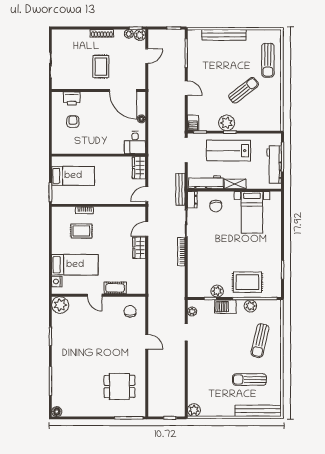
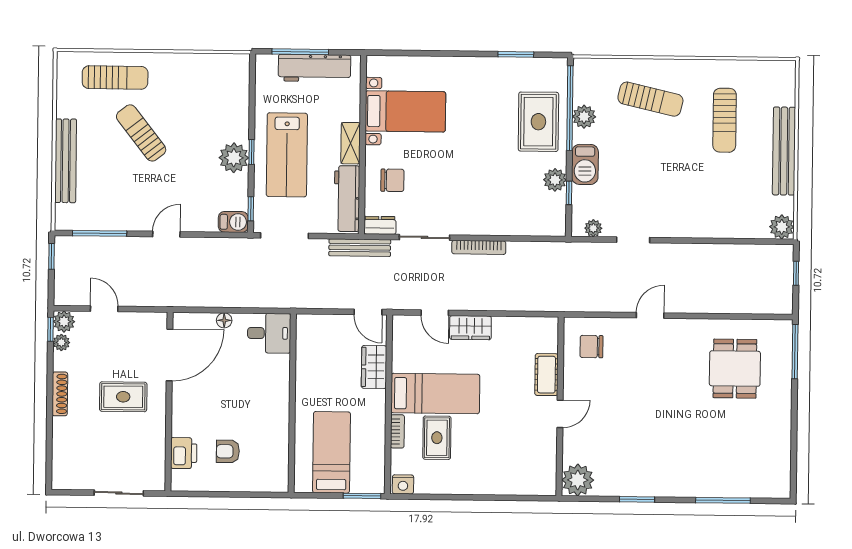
sun lounger: (244, 90) -> (141, 133), moved
wardrobe: (139, 168) -> (374, 367), moved, turned 90
bed: (75, 265) -> (435, 394), moved, turned 90
nightstand: (57, 281) -> (403, 484), moved
bench: (258, 411) -> (784, 151), moved
floor lamp: (57, 412) -> (781, 489), removed

